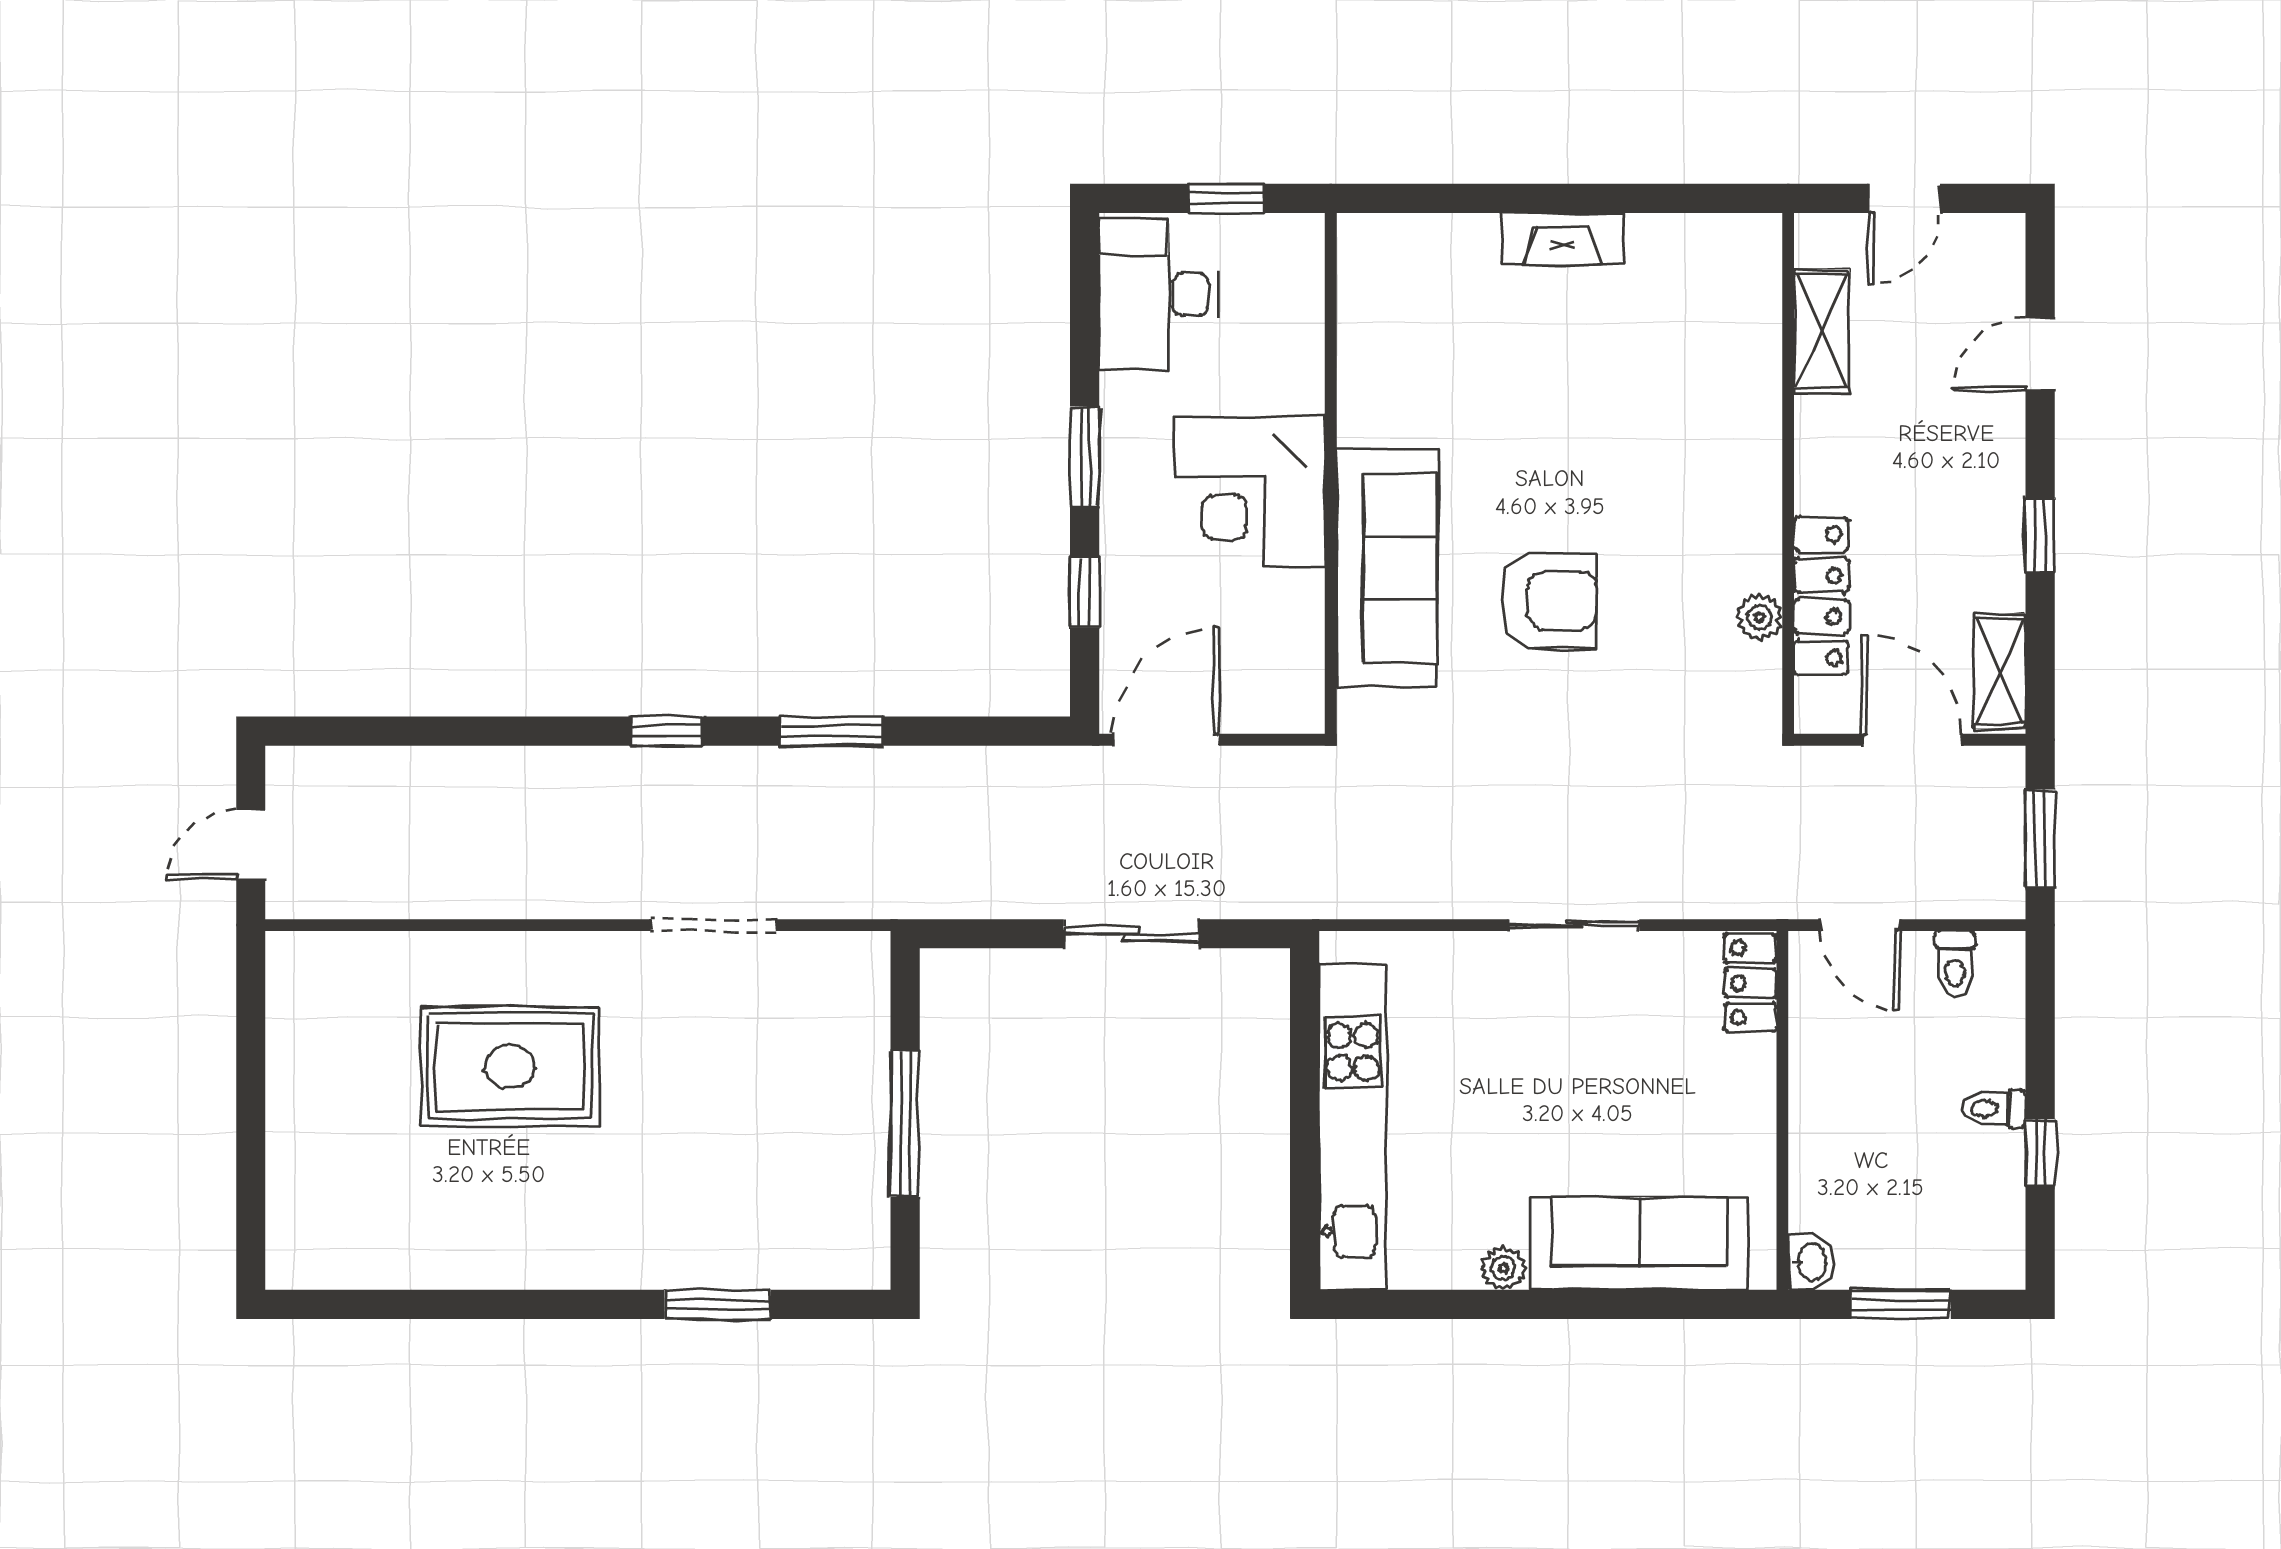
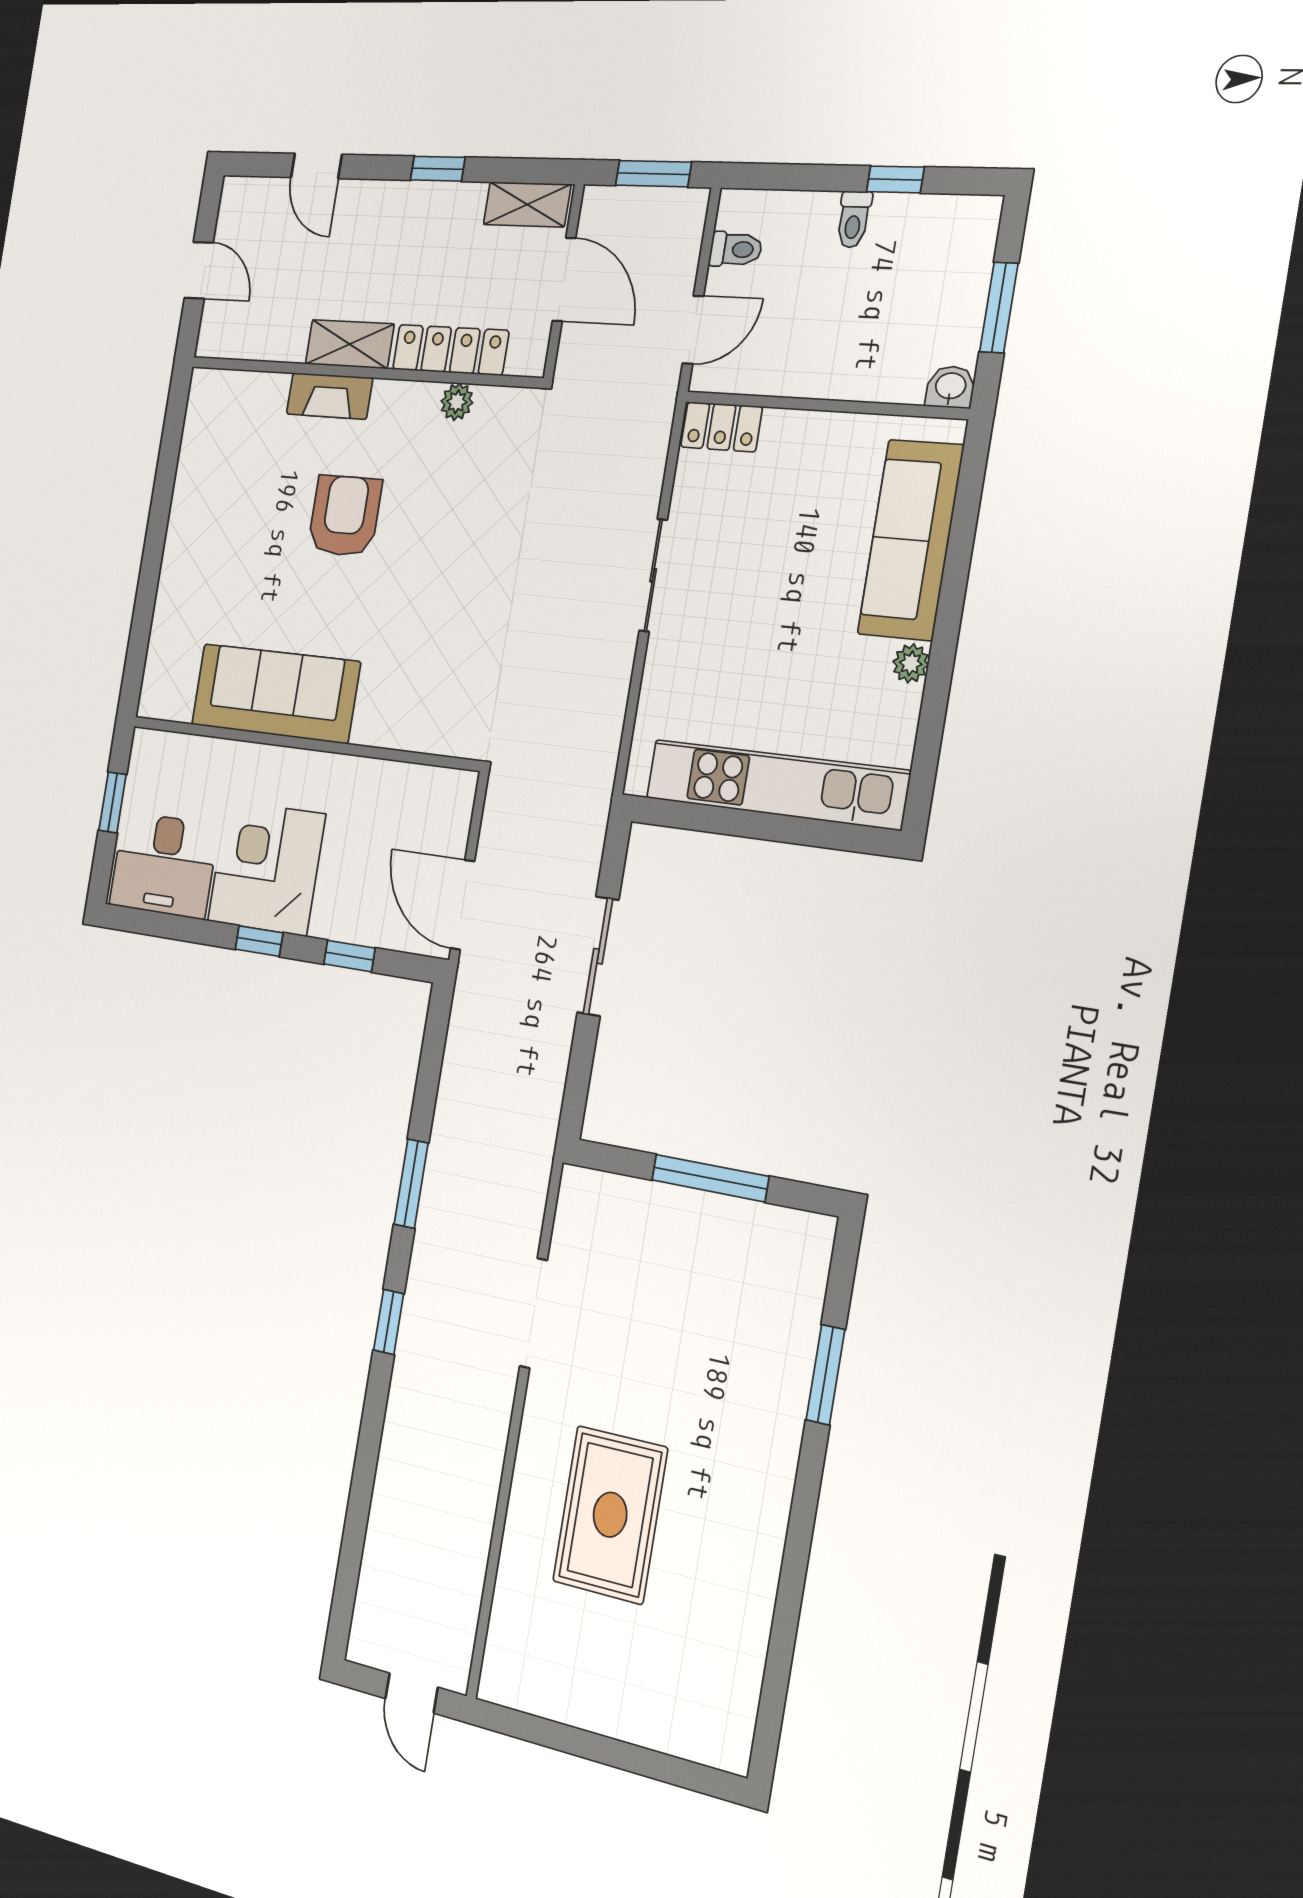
fireplace: (1562, 239) -> (329, 396), moved, turned 90
shelving: (1822, 331) -> (350, 344), moved
window: (1085, 457) -> (259, 941), width x0.67
corner desk: (1250, 492) -> (266, 868), moved, turned 180
sofa: (1387, 568) -> (275, 693), moved
armchair: (1549, 601) -> (345, 516), moved
door: (1912, 740) -> (564, 279), swing flipped

